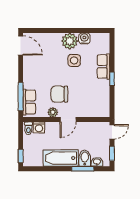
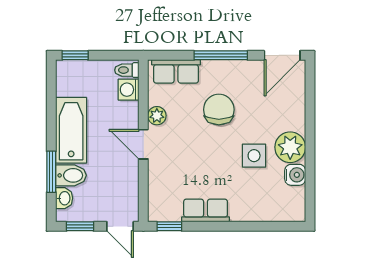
row of seats: (104, 67) -> (206, 211), moved
window: (112, 79) -> (169, 226), moved
chair: (59, 94) -> (219, 110), moved
window: (21, 97) -> (221, 55), moved

